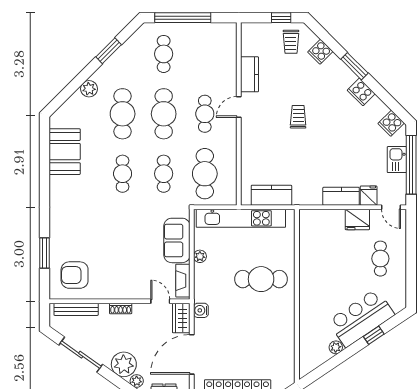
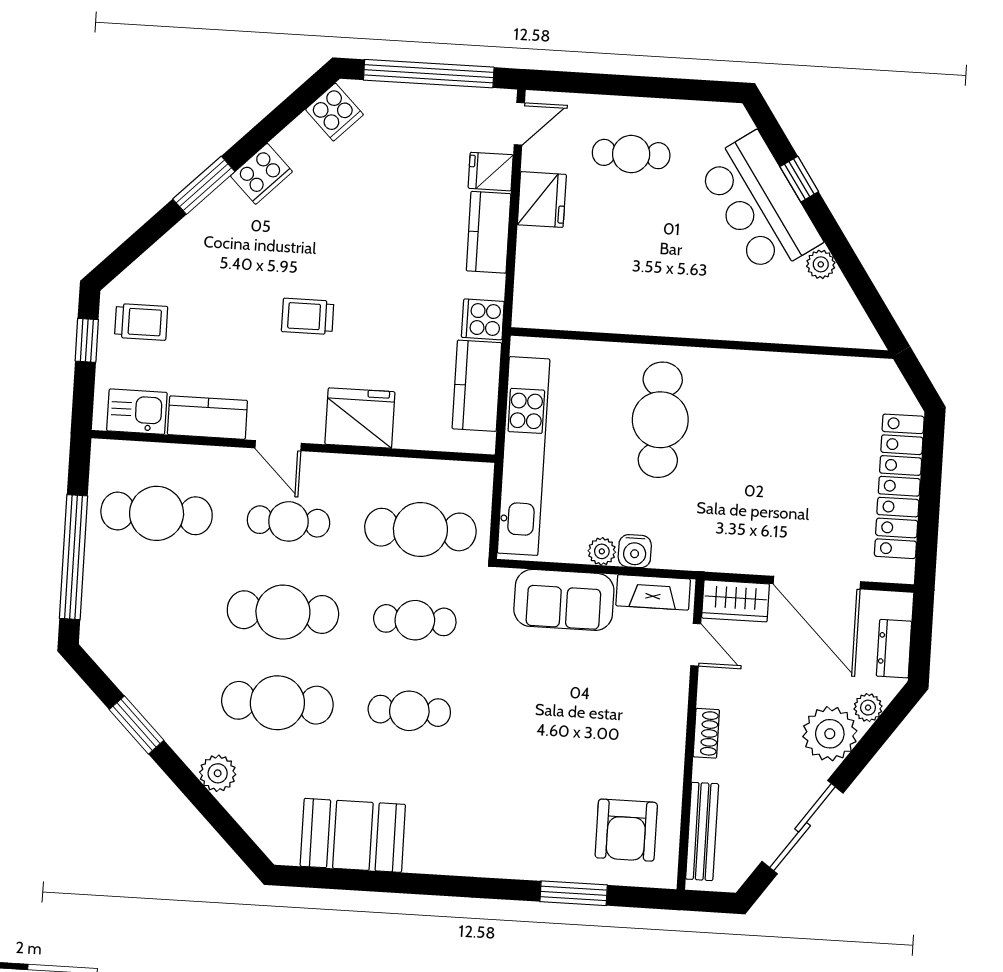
cooker: (320, 52) -> (483, 319), moved, turned 135
cafe table: (164, 54) -> (157, 513), moved, width x1.37, depth x1.35
fridge: (254, 143) -> (360, 418), added
kitchen sink: (397, 160) -> (137, 412), moved, turned 180
door: (160, 301) -> (696, 645), swing flipped
water cooler: (201, 310) -> (635, 551), moved

